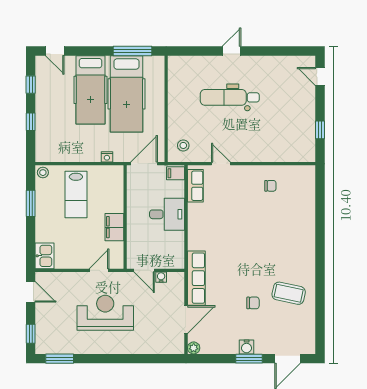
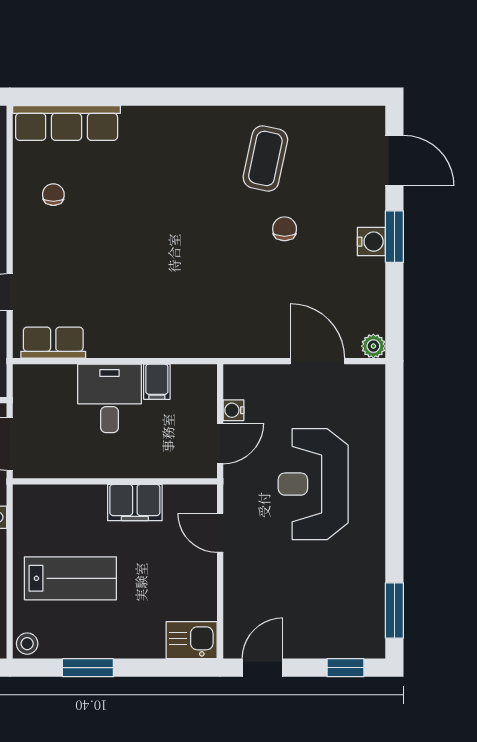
filing cabinet: (176, 173) -> (157, 382), moved
row of seats: (196, 278) -> (67, 123), moved, turned 180
reception desk: (105, 313) -> (313, 484), moved

